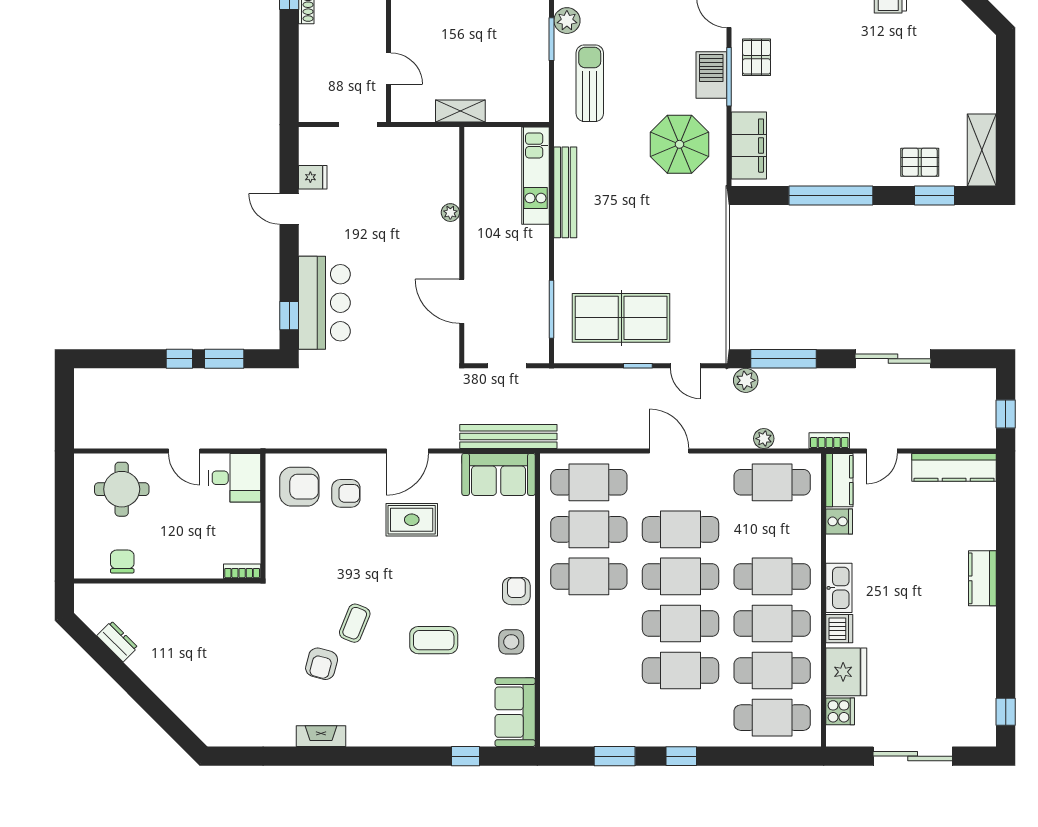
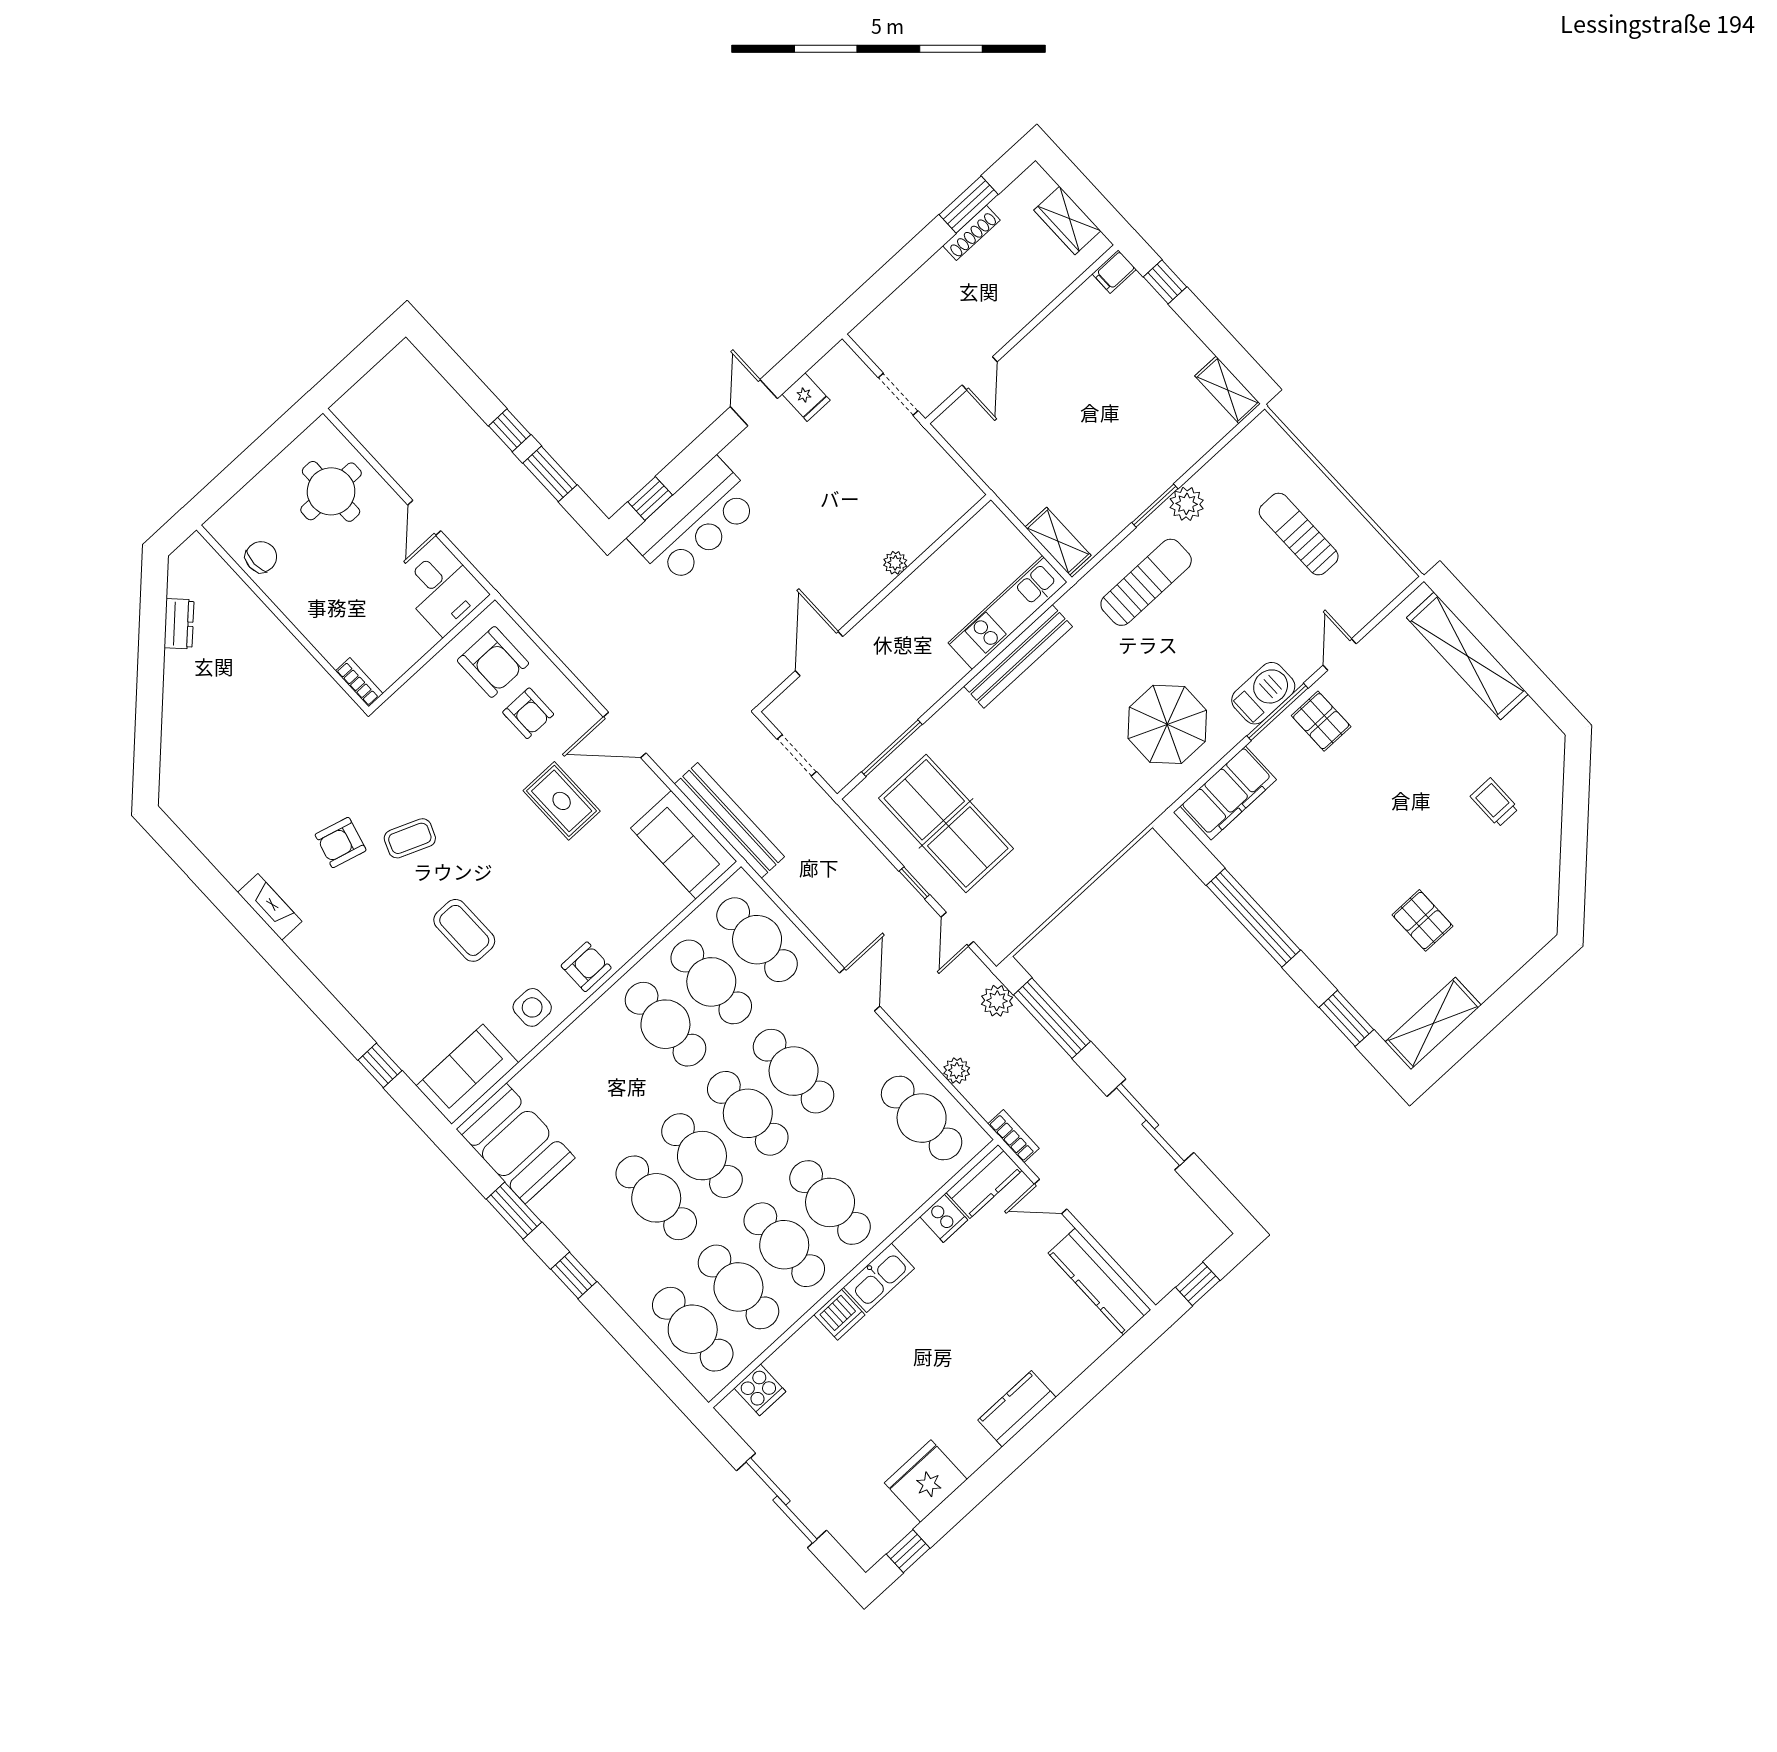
pallet: (756, 57) -> (1321, 721), turned 90
shelving: (460, 111) -> (1058, 541), moved
pallet: (920, 162) -> (1422, 920), moved
fridge: (846, 672) -> (926, 1481), moved, turned 180
booth: (578, 721) -> (516, 1143), added

